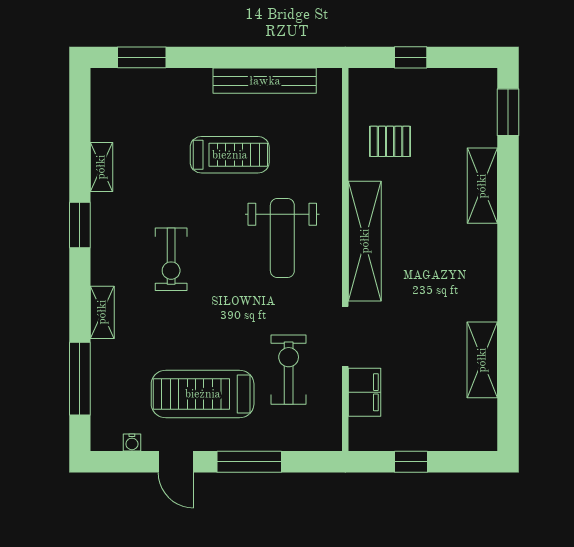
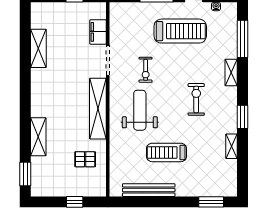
exercise bike: (289, 370) -> (146, 70), moved, width x0.73, depth x0.72

